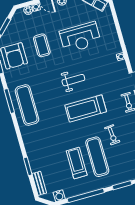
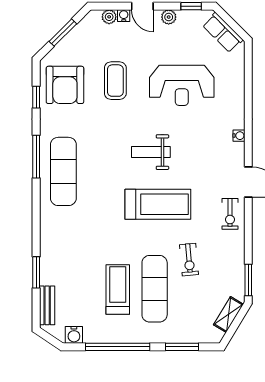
weight bench: (73, 80) -> (151, 152), turned 180
treadmill: (86, 108) -> (158, 204), turned 180

